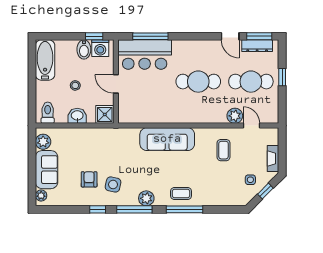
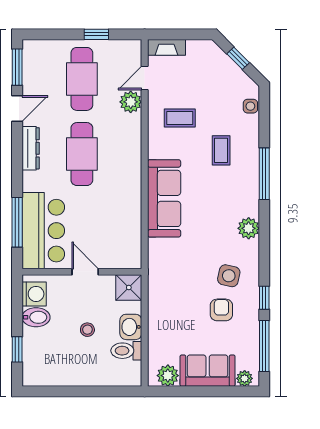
window: (94, 36) -> (17, 349), moved
dresser: (257, 46) -> (31, 148), moved
bathtub: (45, 60) -> (51, 373), removed
window: (282, 77) -> (96, 34), moved
door: (116, 84) -> (85, 272), swing flipped
toilet: (48, 113) -> (126, 351), moved
fireplace: (273, 158) -> (166, 47), moved
armchair: (89, 179) -> (221, 310), turned 90
side table: (250, 180) -> (250, 106), moved
coffee table: (181, 193) -> (221, 150), moved
window: (134, 209) -> (264, 346), moved

